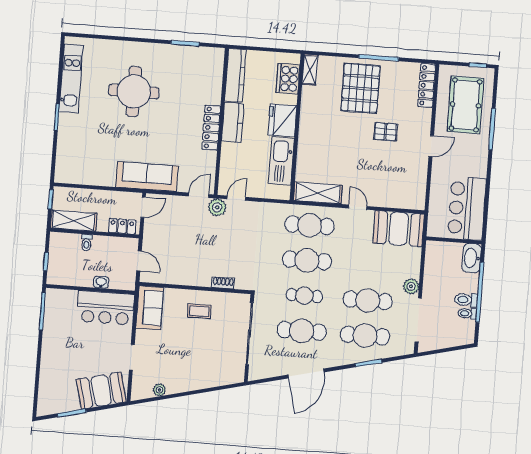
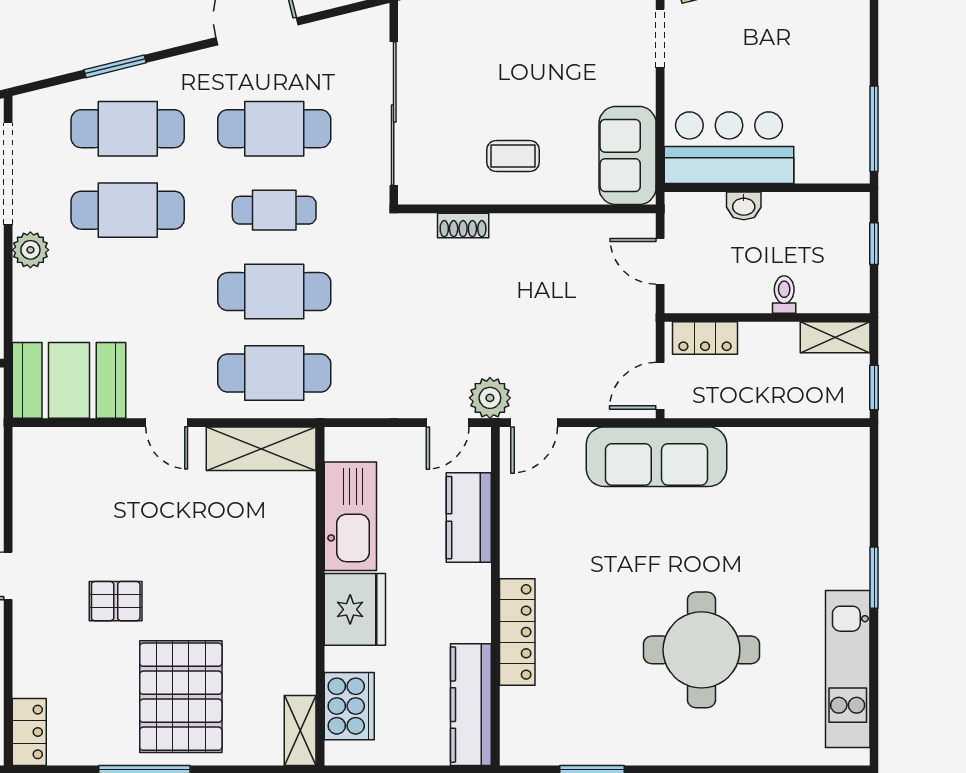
locker: (427, 86) -> (29, 732), width x0.66
kitchen counter: (233, 122) -> (469, 518), moved
locker: (211, 128) -> (517, 632), moved
shelving: (74, 221) -> (835, 337), width x0.67, depth x0.75

